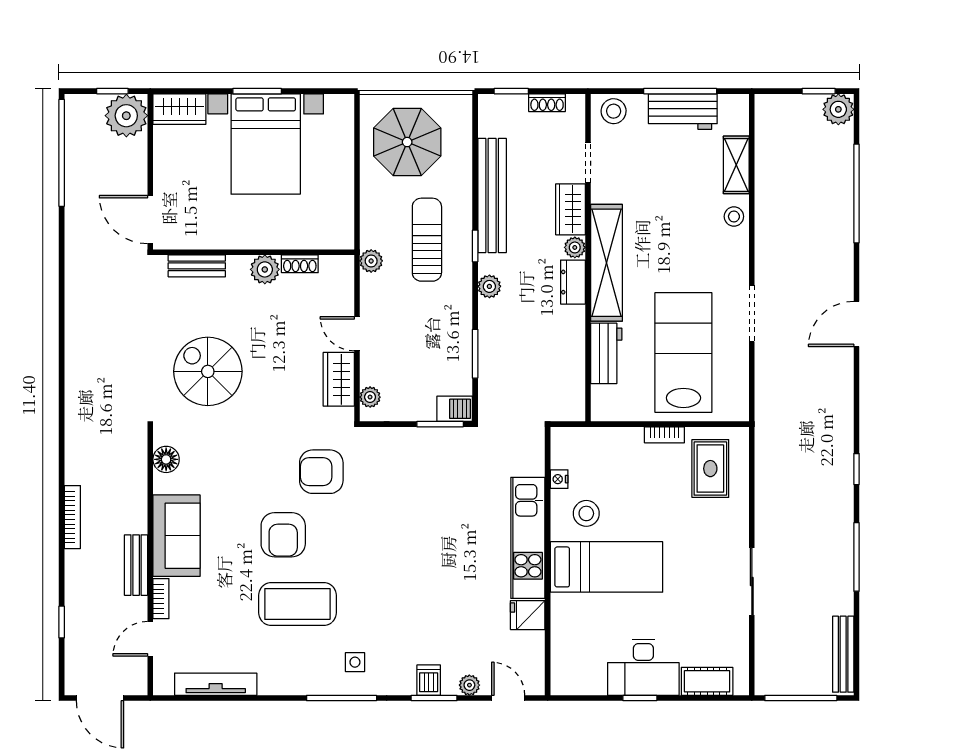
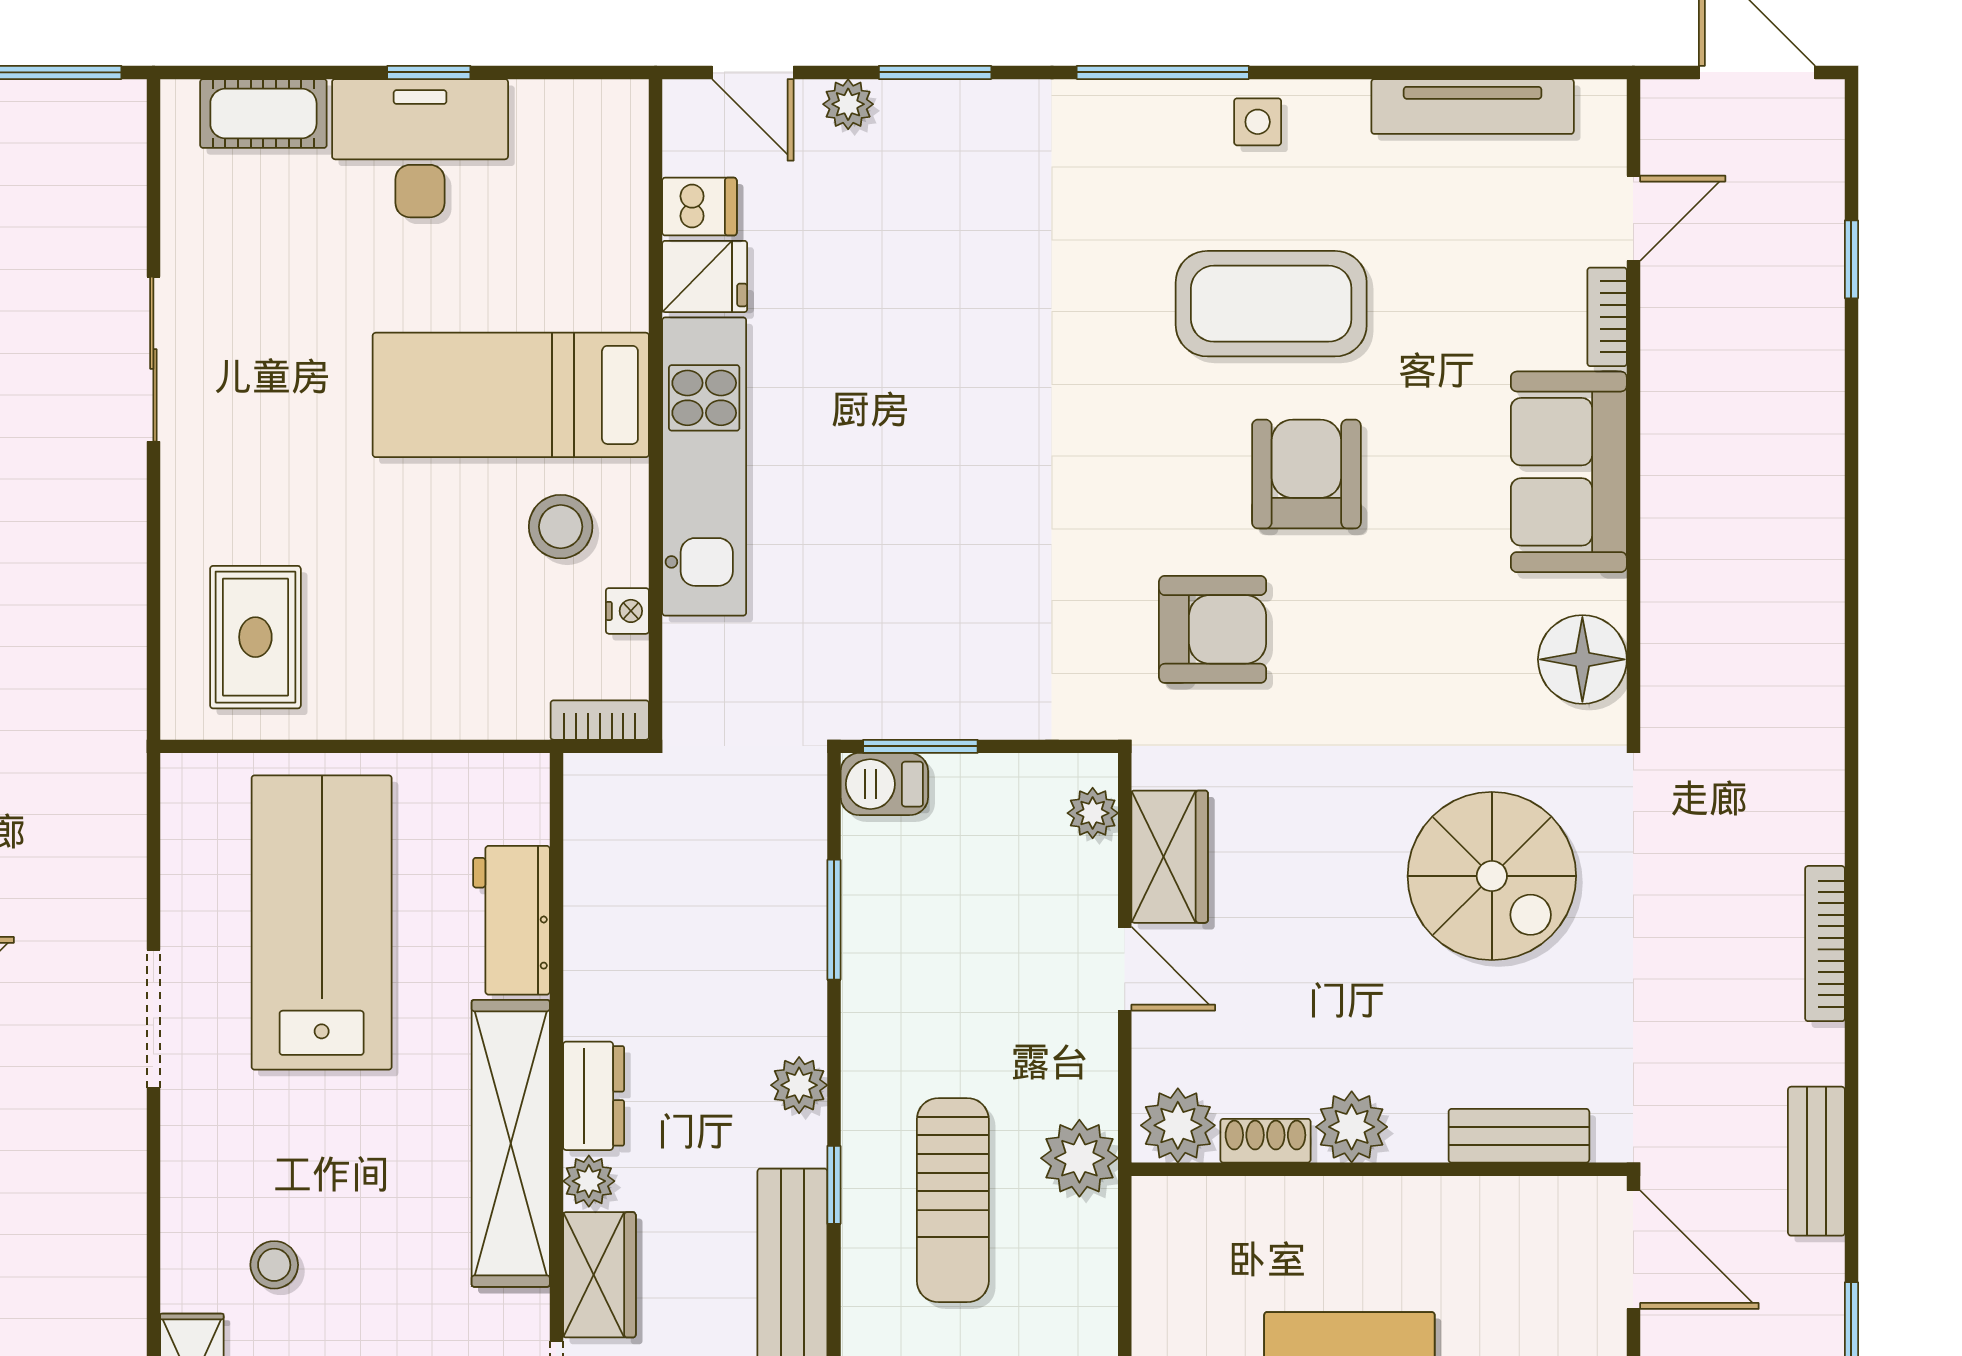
stool: (734, 216) -> (274, 1265), moved
plant: (371, 261) -> (1079, 1158), width x1.38, depth x1.38
plant: (335, 270) -> (1178, 1125), added
lab bench: (683, 353) -> (322, 922), turned 180
bookcase: (664, 435) -> (600, 720), moved
floor lamp: (166, 459) -> (1582, 659), width x1.38, depth x1.38
bookcase: (72, 517) -> (1825, 944), moved
bench: (136, 565) -> (1816, 1161), moved
side table: (355, 662) -> (1258, 122), moved
dishwasher: (429, 680) -> (699, 207), moved, turned -90

